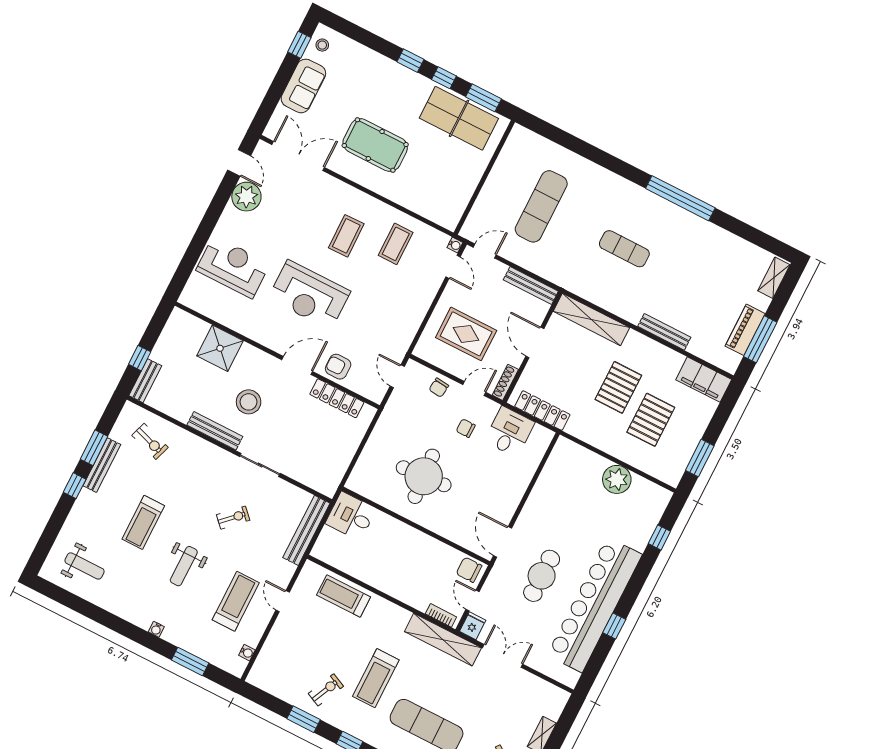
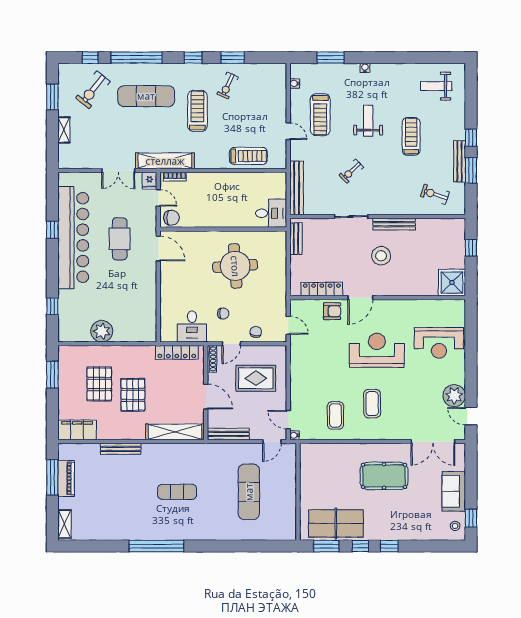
shower: (220, 348) -> (452, 283), moved
bench: (145, 381) -> (296, 239), moved

